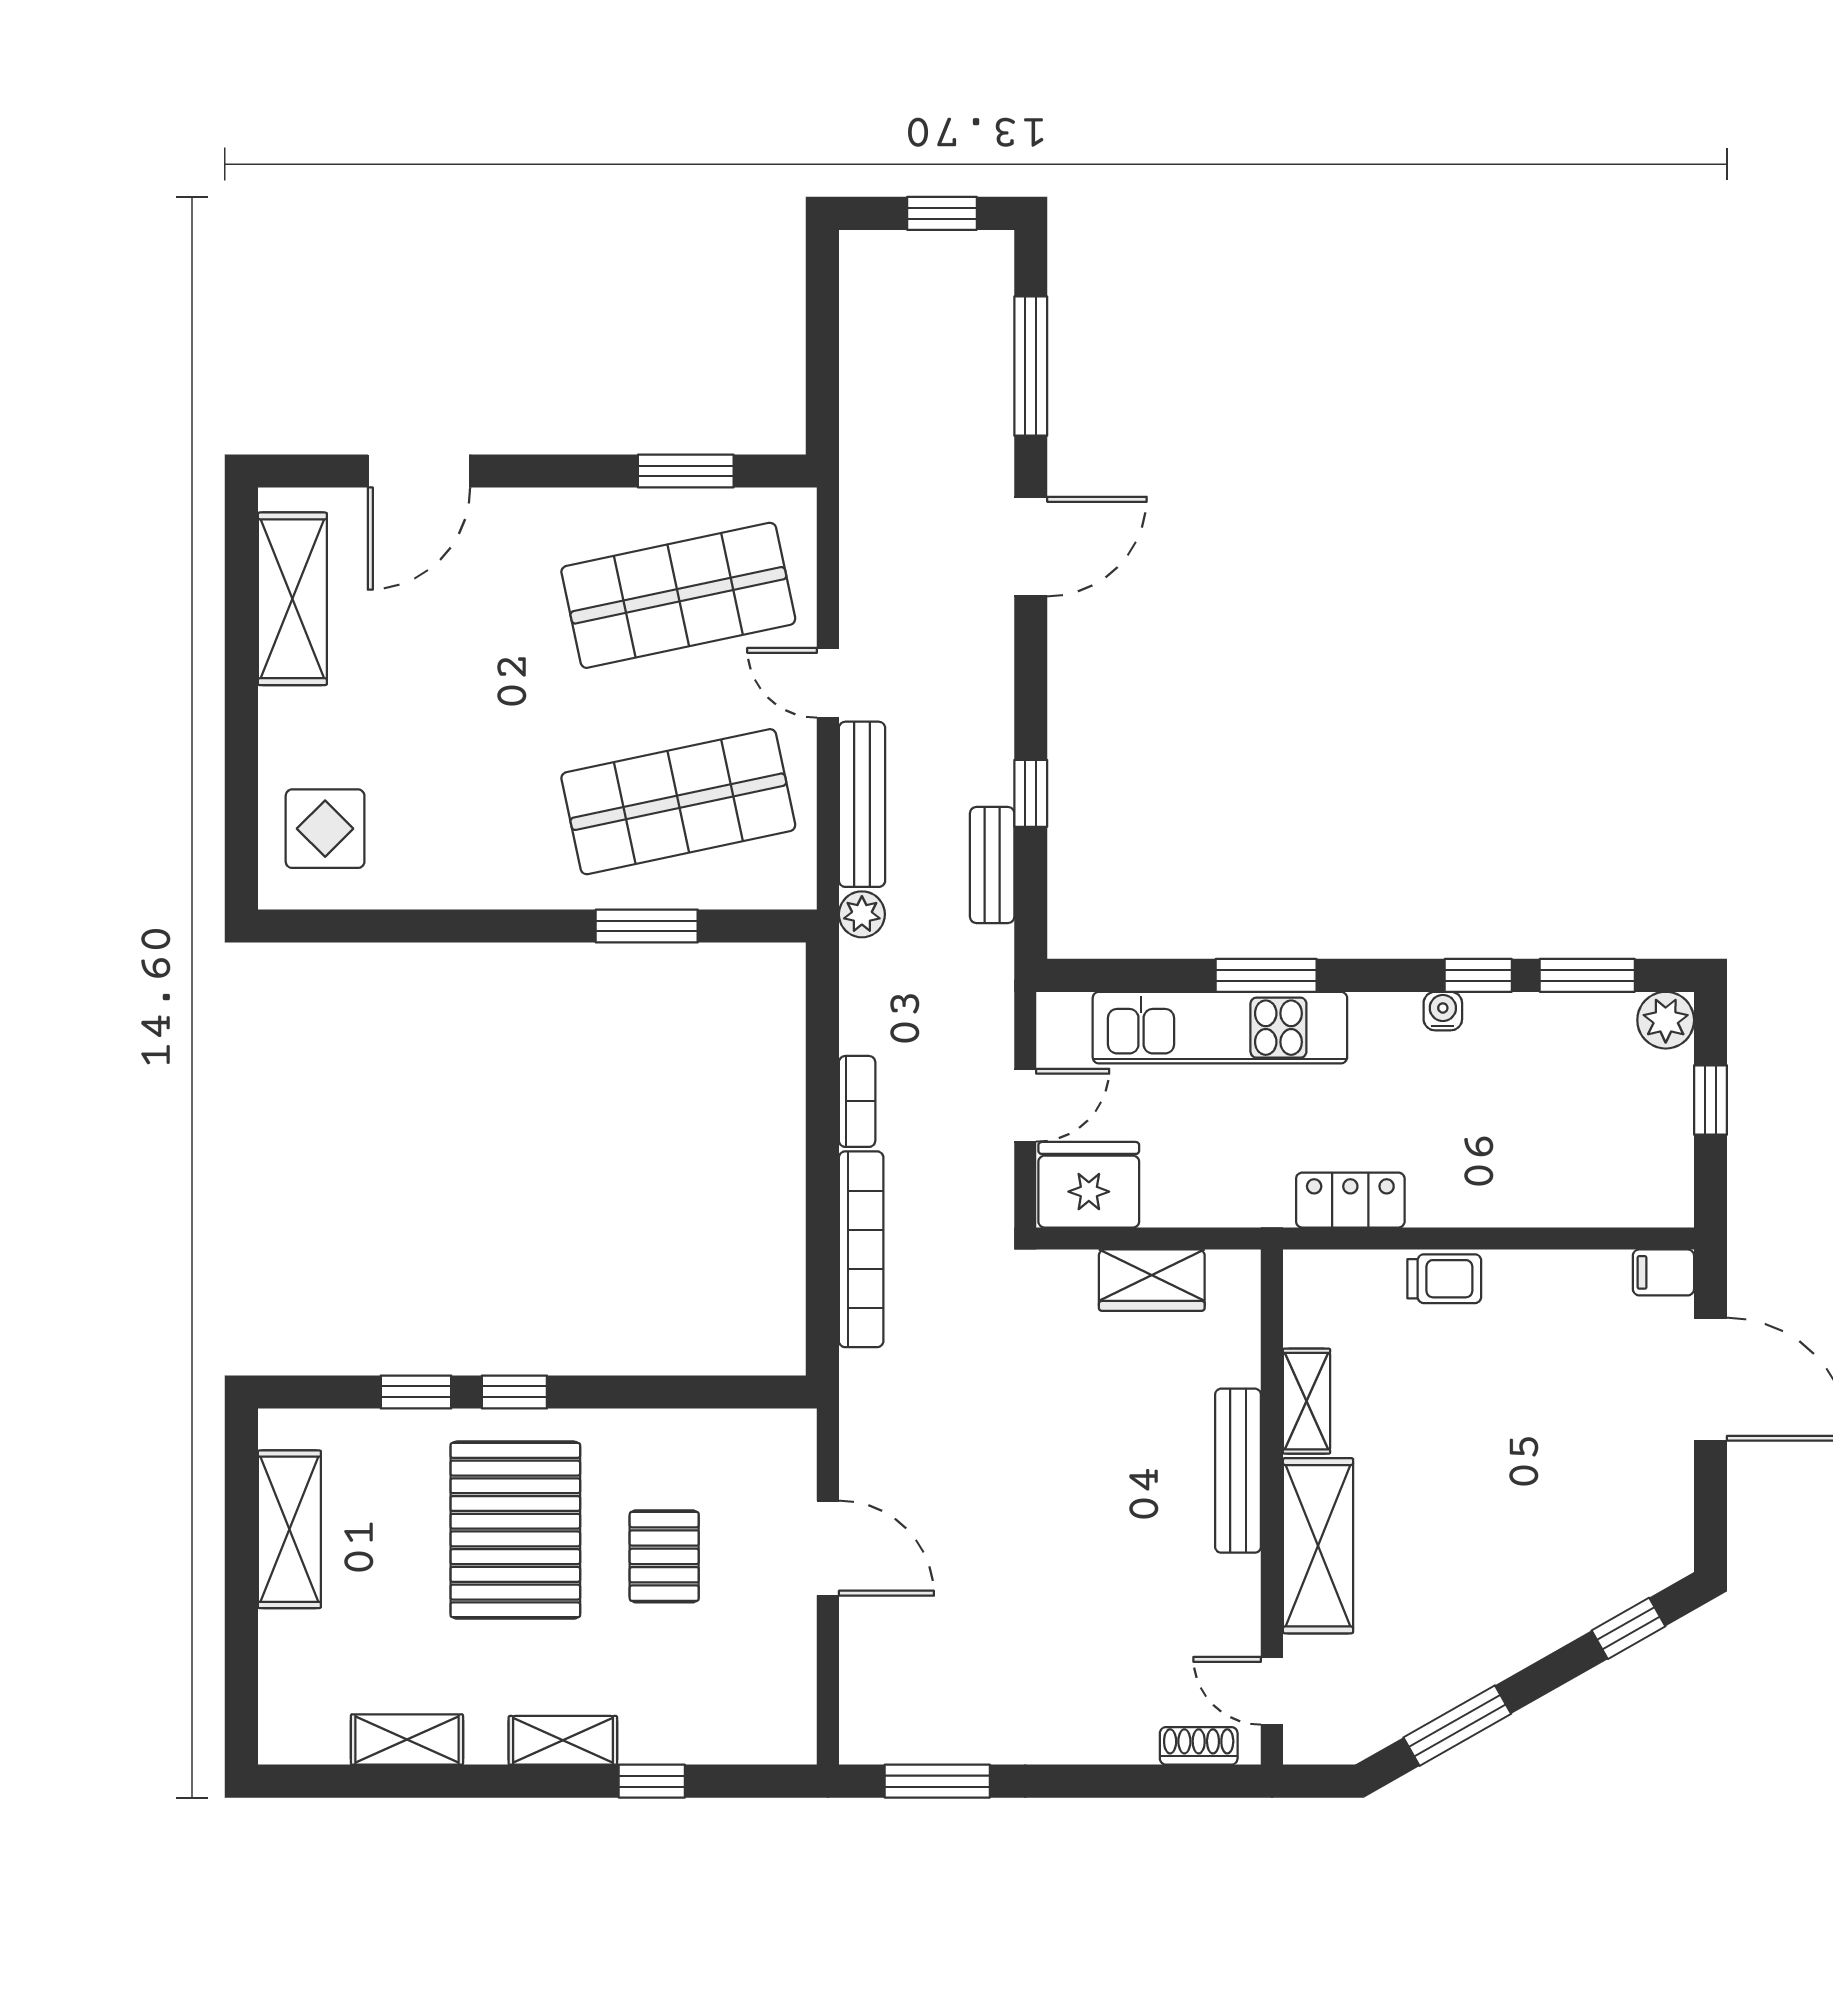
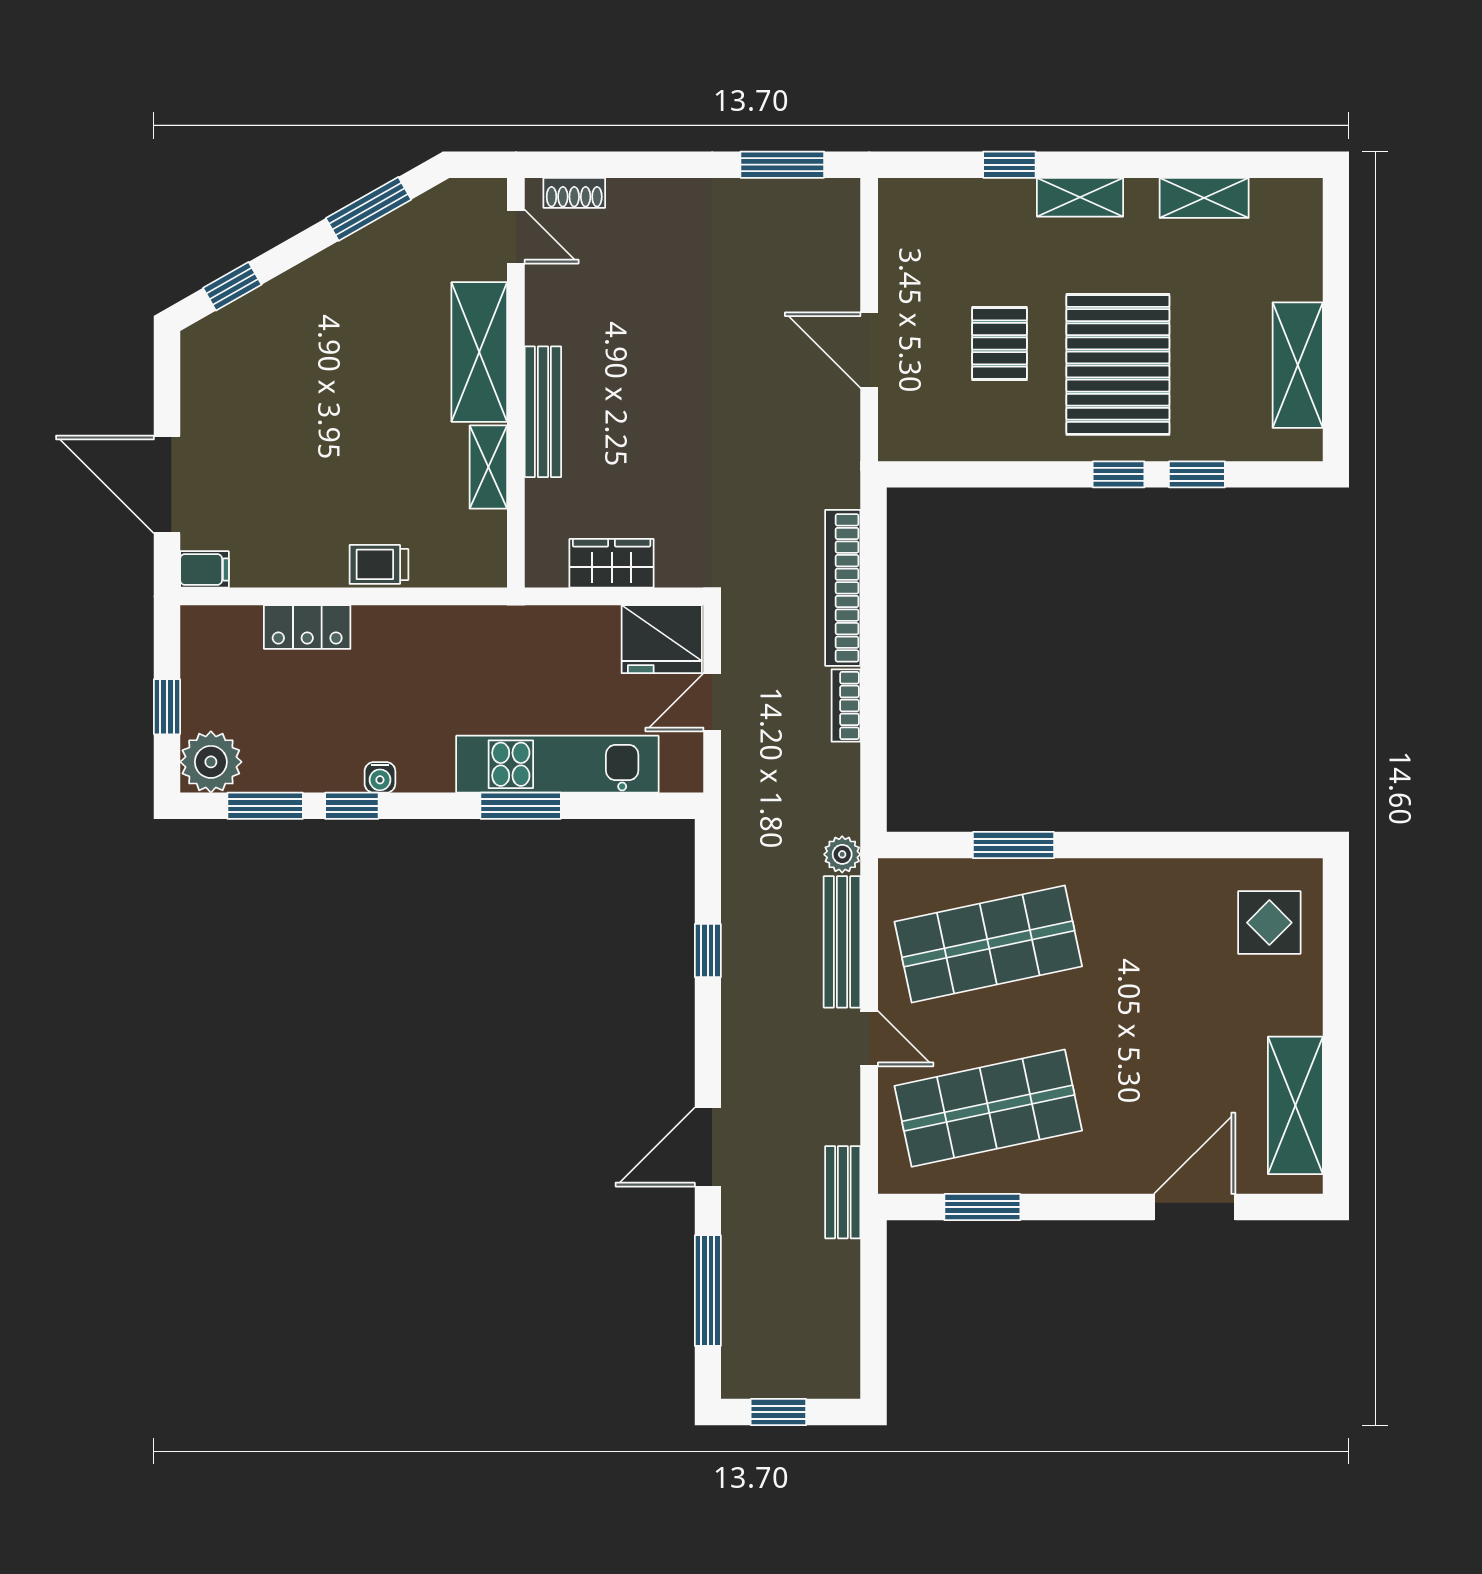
bench: (992, 865) -> (843, 1192), moved
plant: (1666, 1020) -> (211, 762), width x1.36, depth x1.36
locker: (1350, 1200) -> (307, 627), moved

